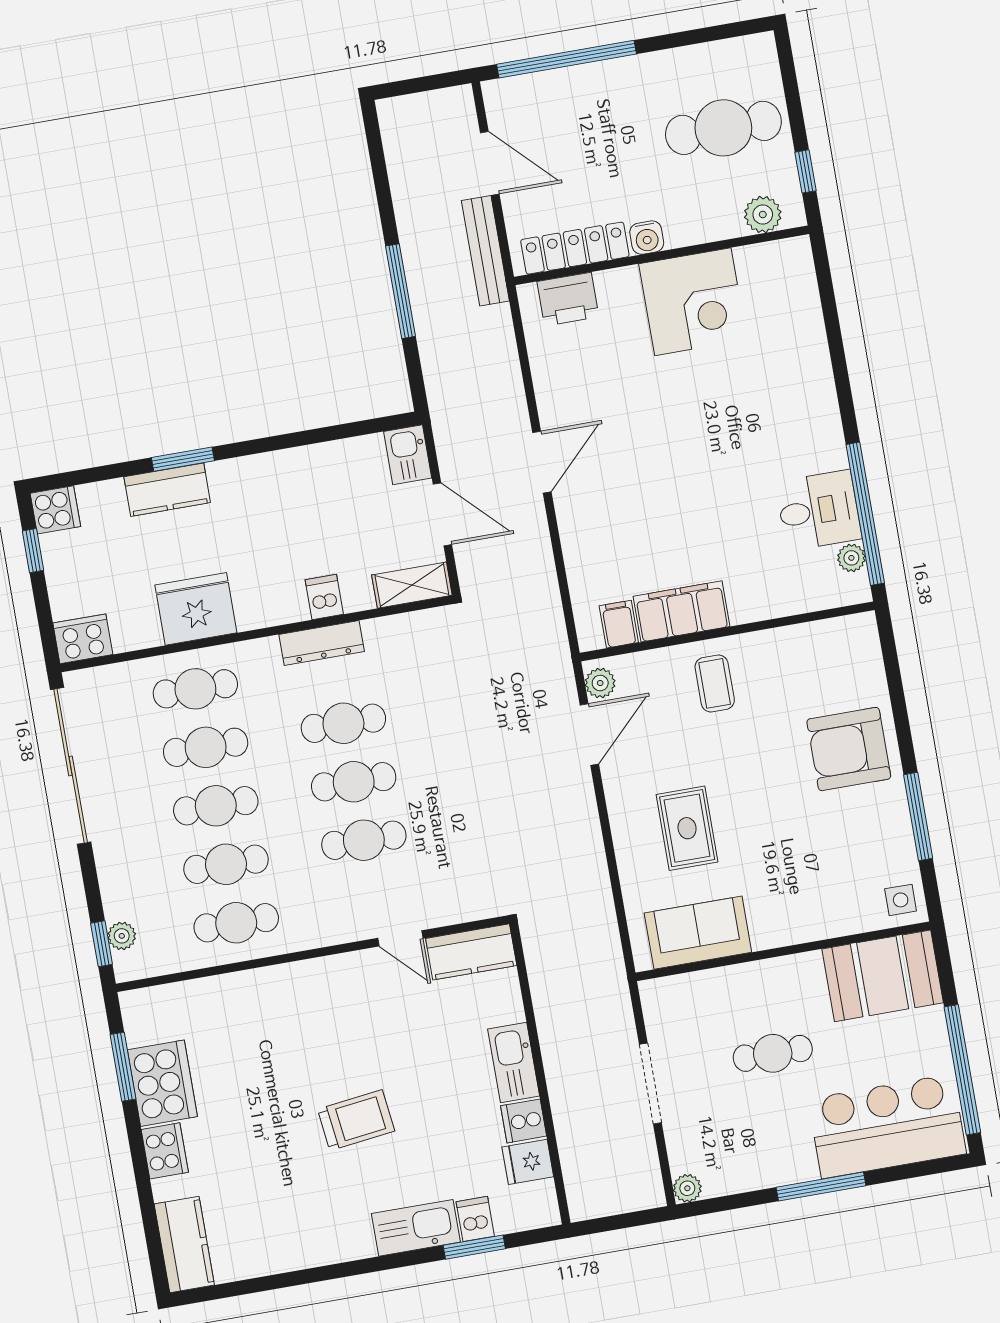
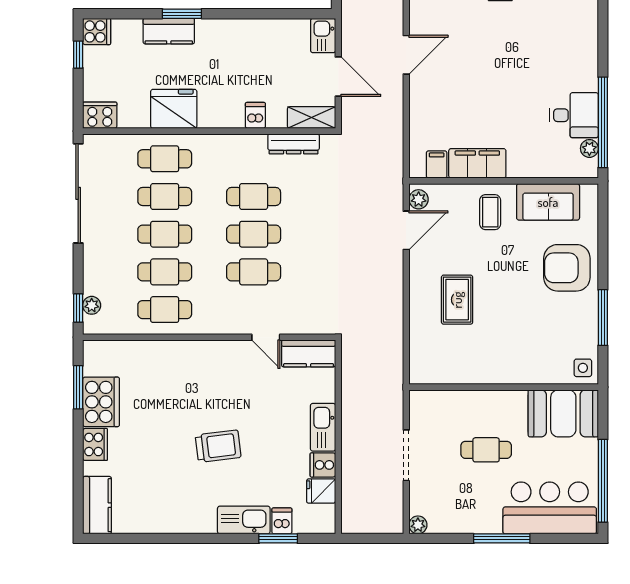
dresser: (322, 643) -> (294, 144), moved
sofa: (698, 933) -> (548, 202), moved, turned 180

